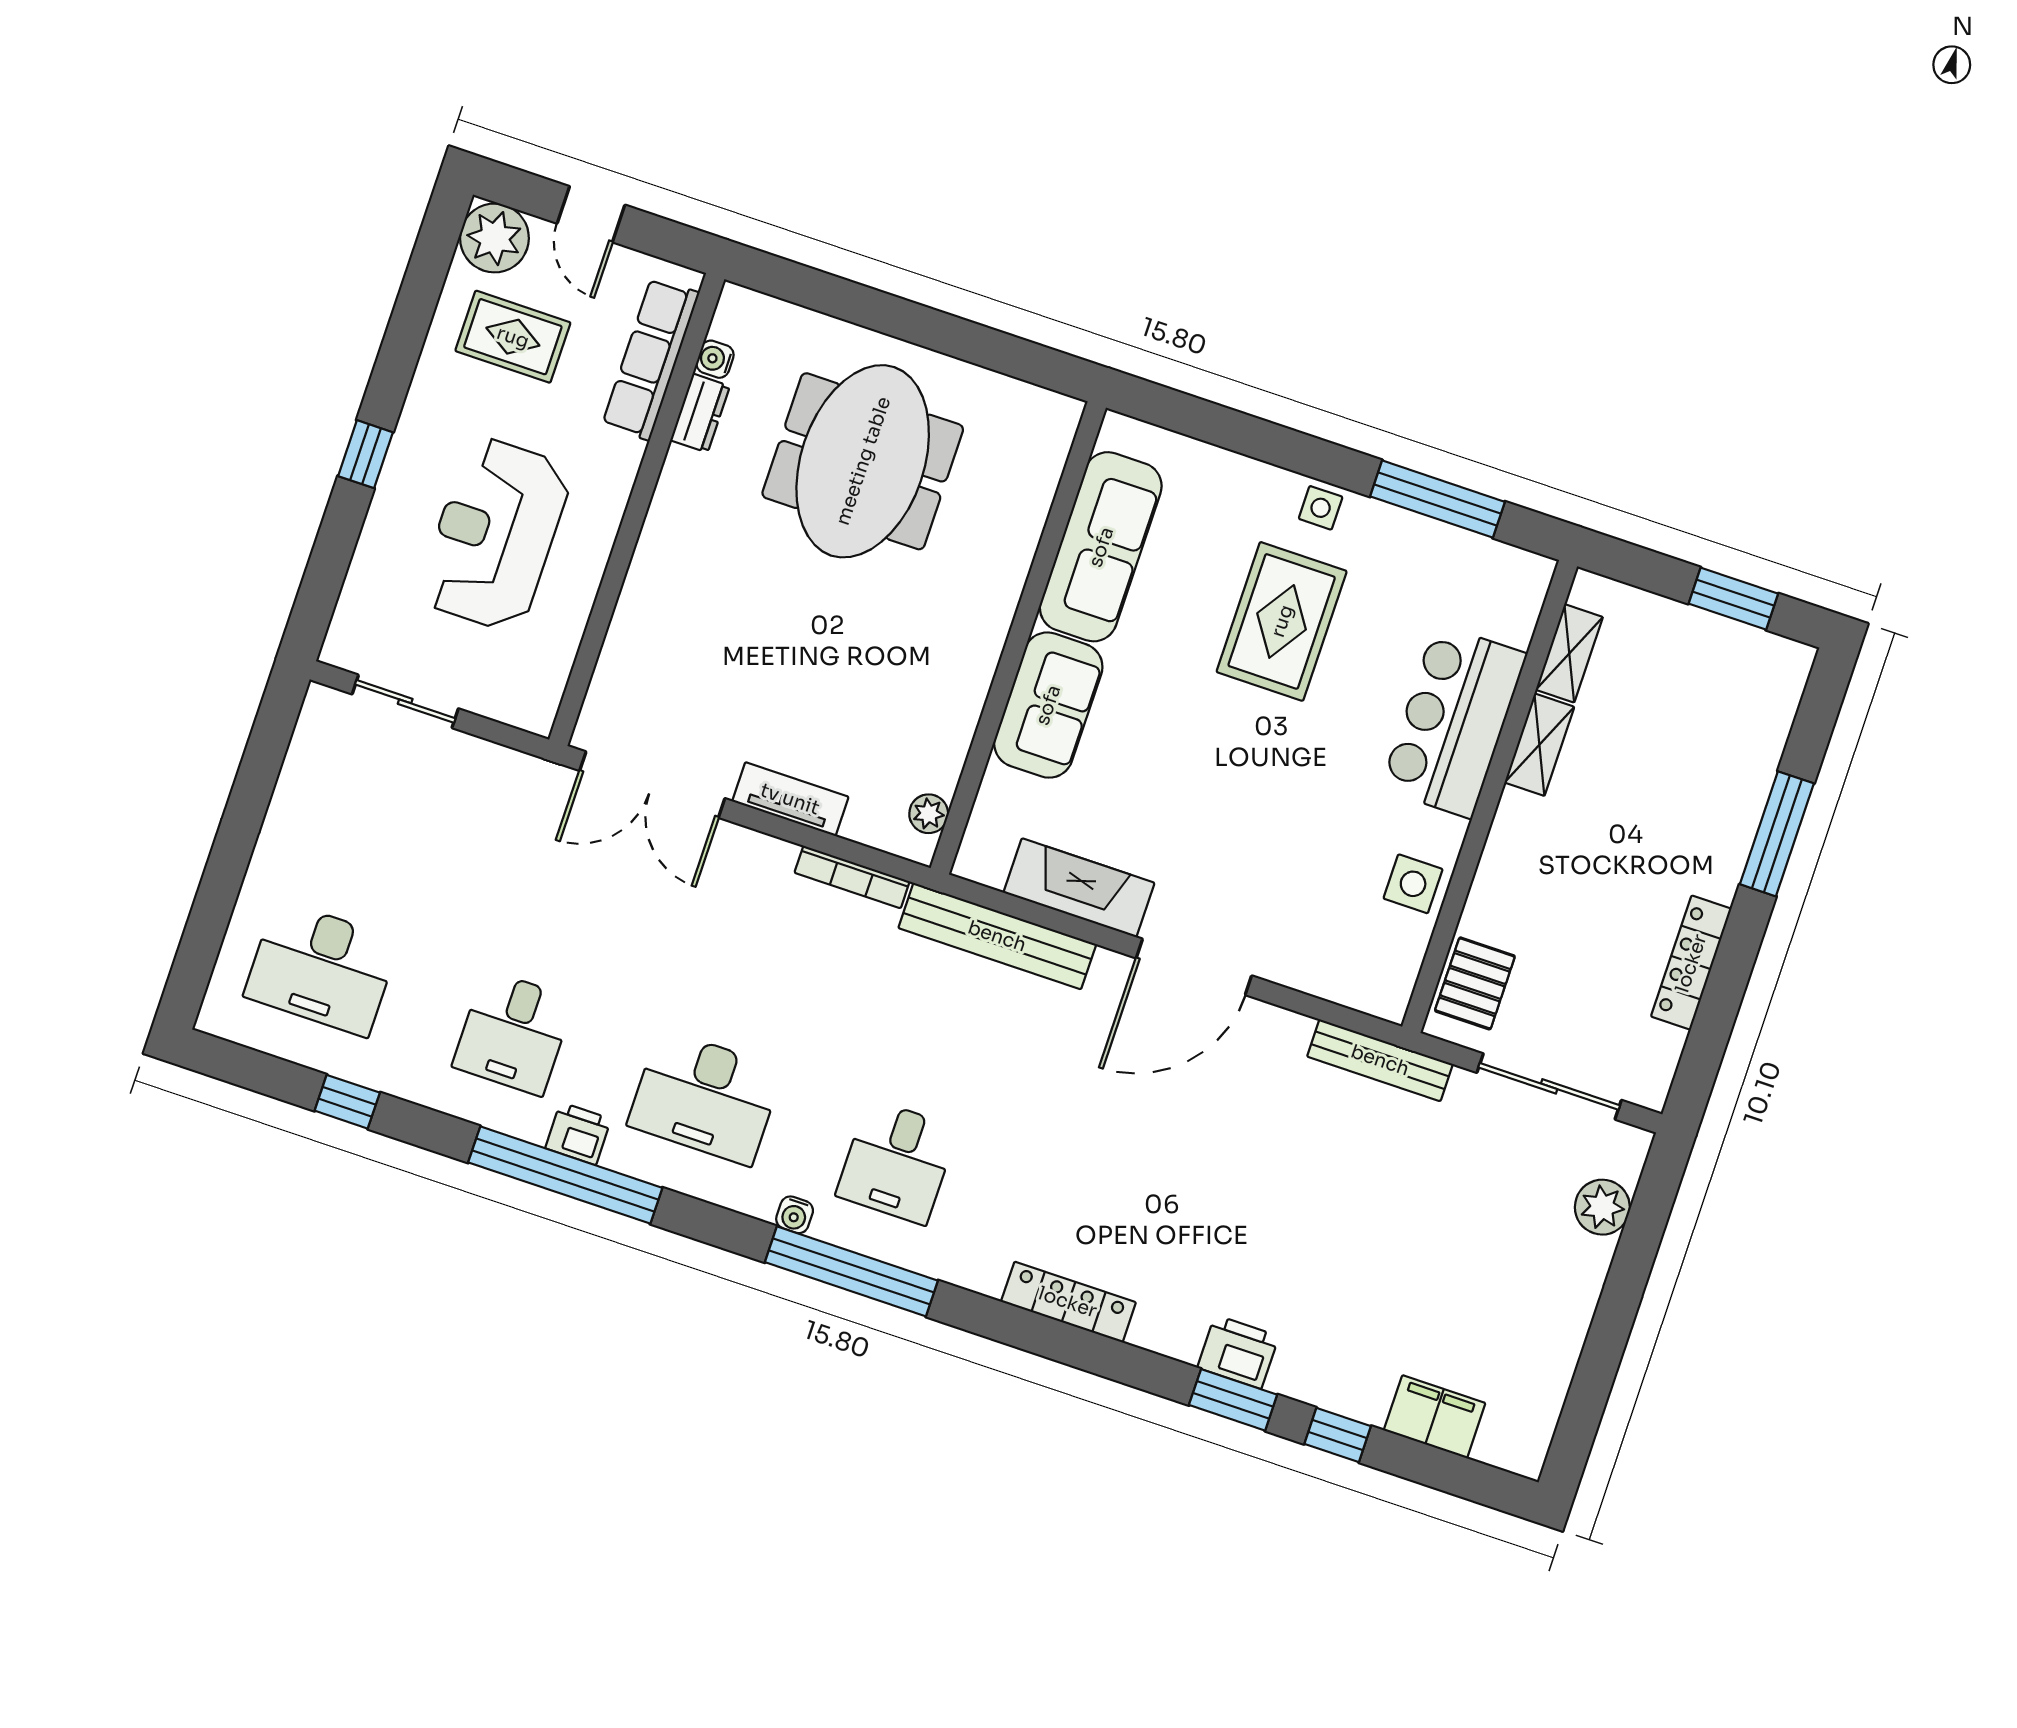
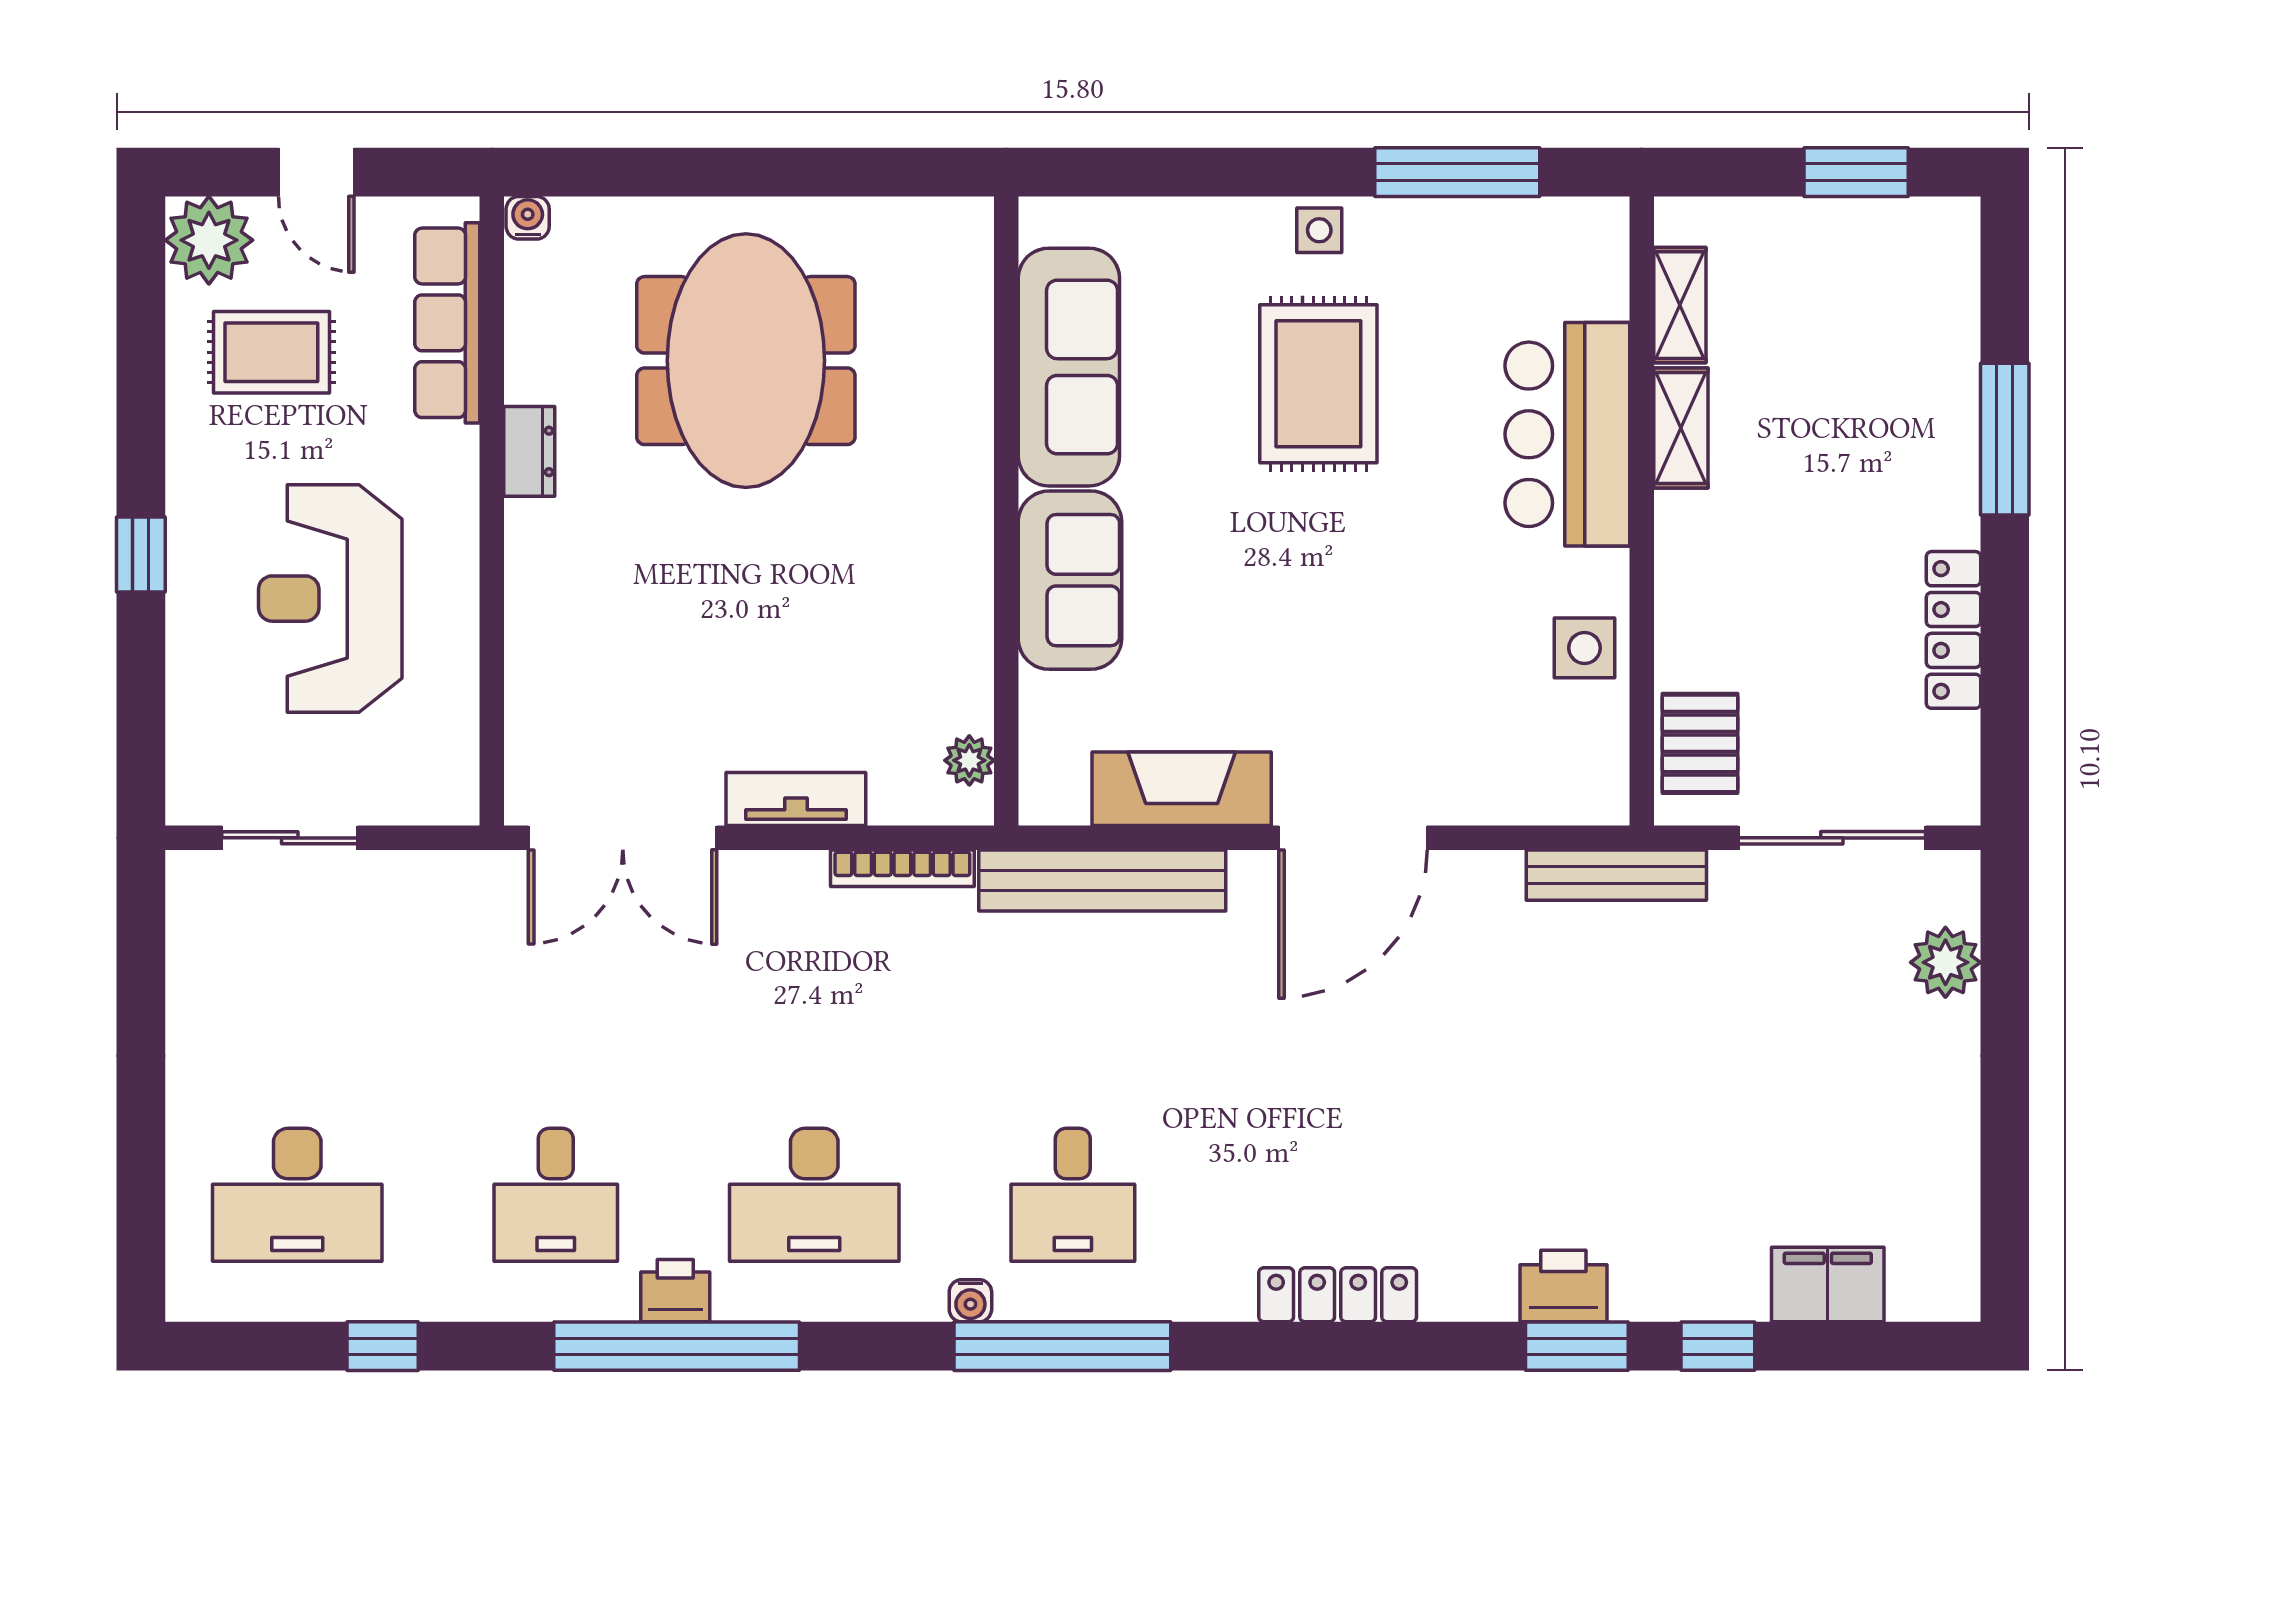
water cooler: (715, 359) -> (528, 218), moved, turned 90
dresser: (700, 413) -> (529, 451), moved

